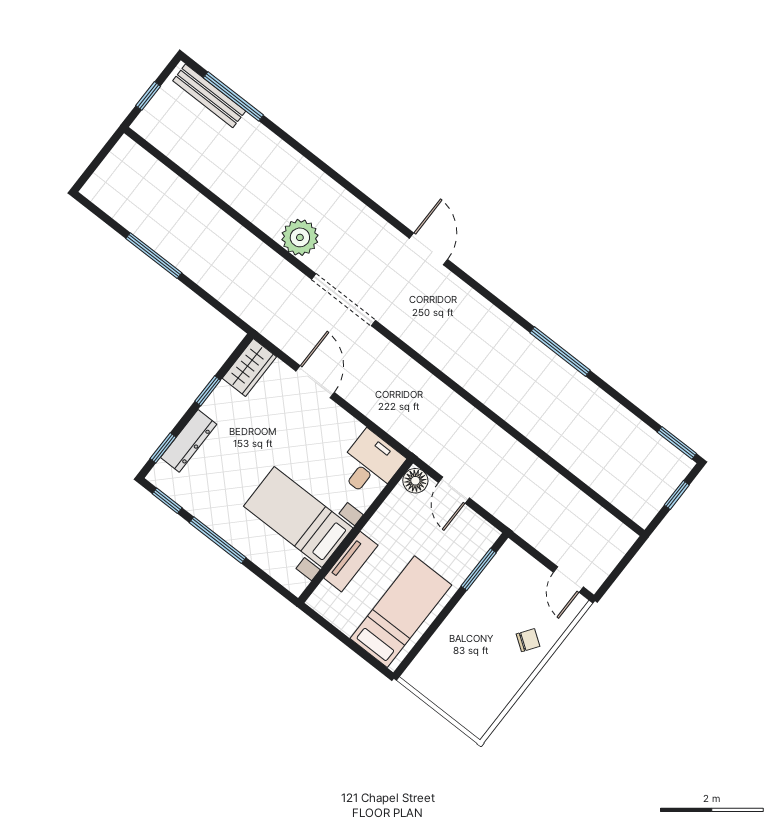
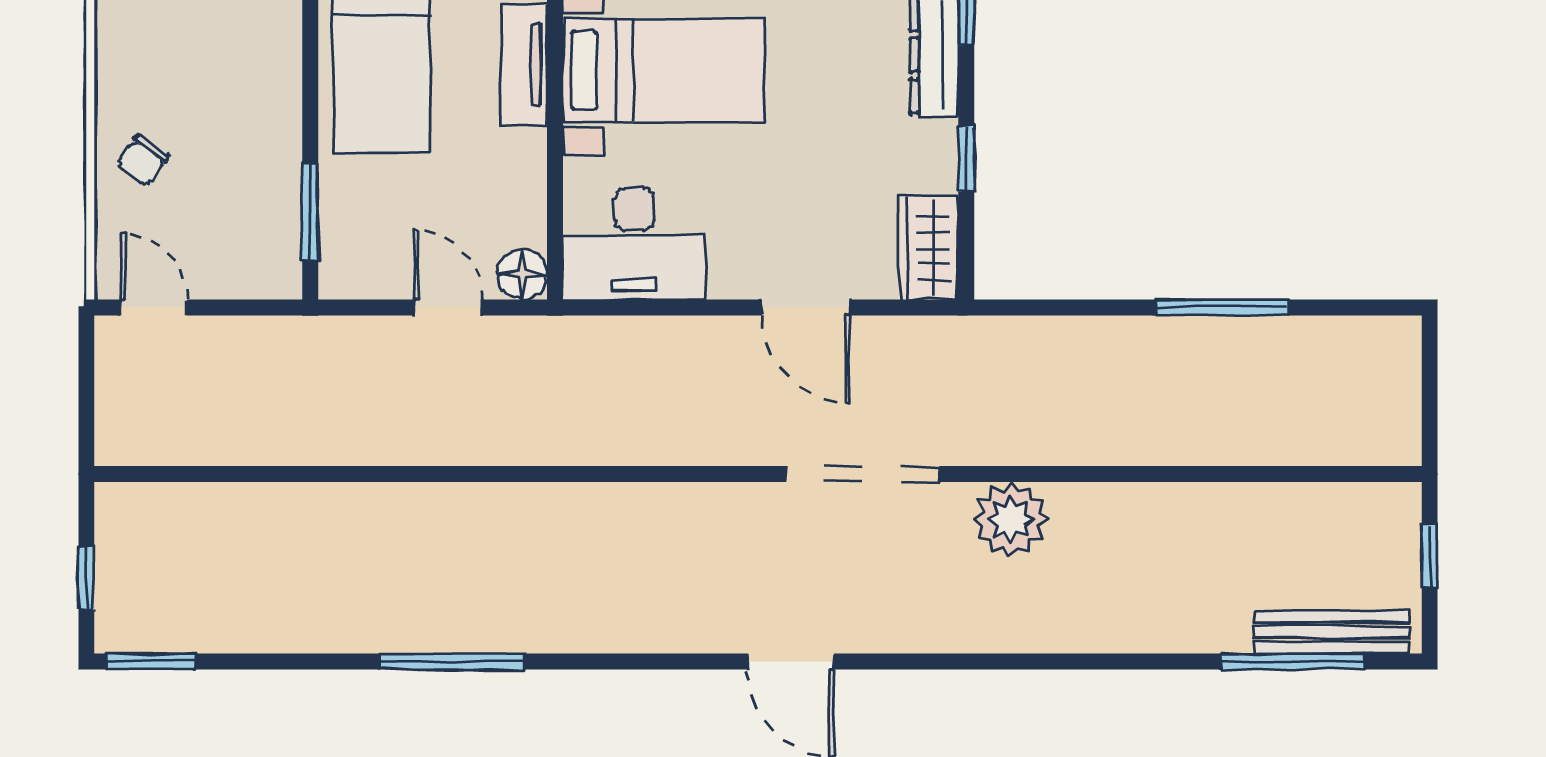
desk: (370, 465) -> (634, 244), width x1.37

